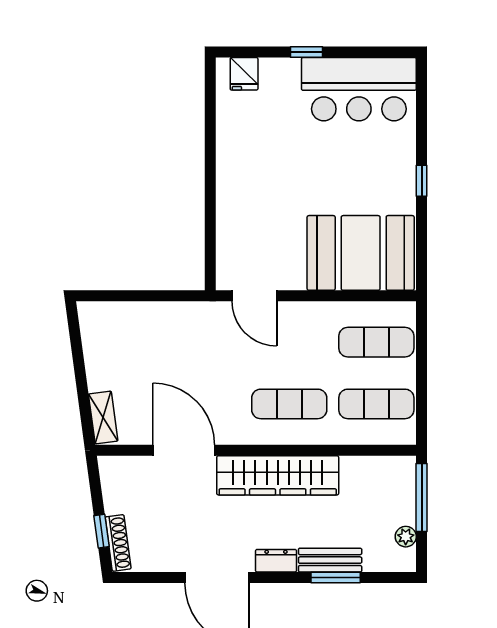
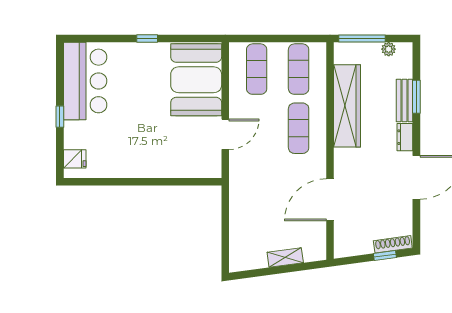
door: (254, 296) -> (225, 134), moved
shelving: (103, 418) -> (285, 257), moved
wardrobe: (278, 475) -> (347, 106), moved

